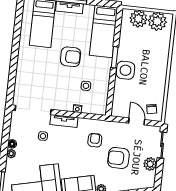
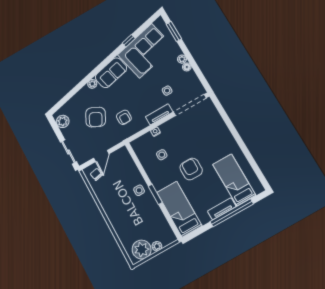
plant: (138, 19) -> (157, 246), width x0.53, depth x0.53
armchair: (71, 57) -> (191, 169), turned 90
side table: (125, 70) -> (139, 190), width x0.54, depth x0.54
door: (137, 121) -> (101, 156), hinge flipped
armchair: (118, 158) -> (96, 117), turned 117
plant: (150, 164) -> (63, 121), moved

